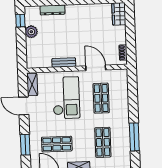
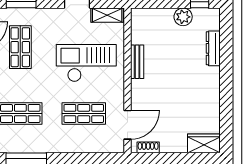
door: (96, 68) -> (128, 125), moved
checkout: (66, 98) -> (86, 63), turned 180

